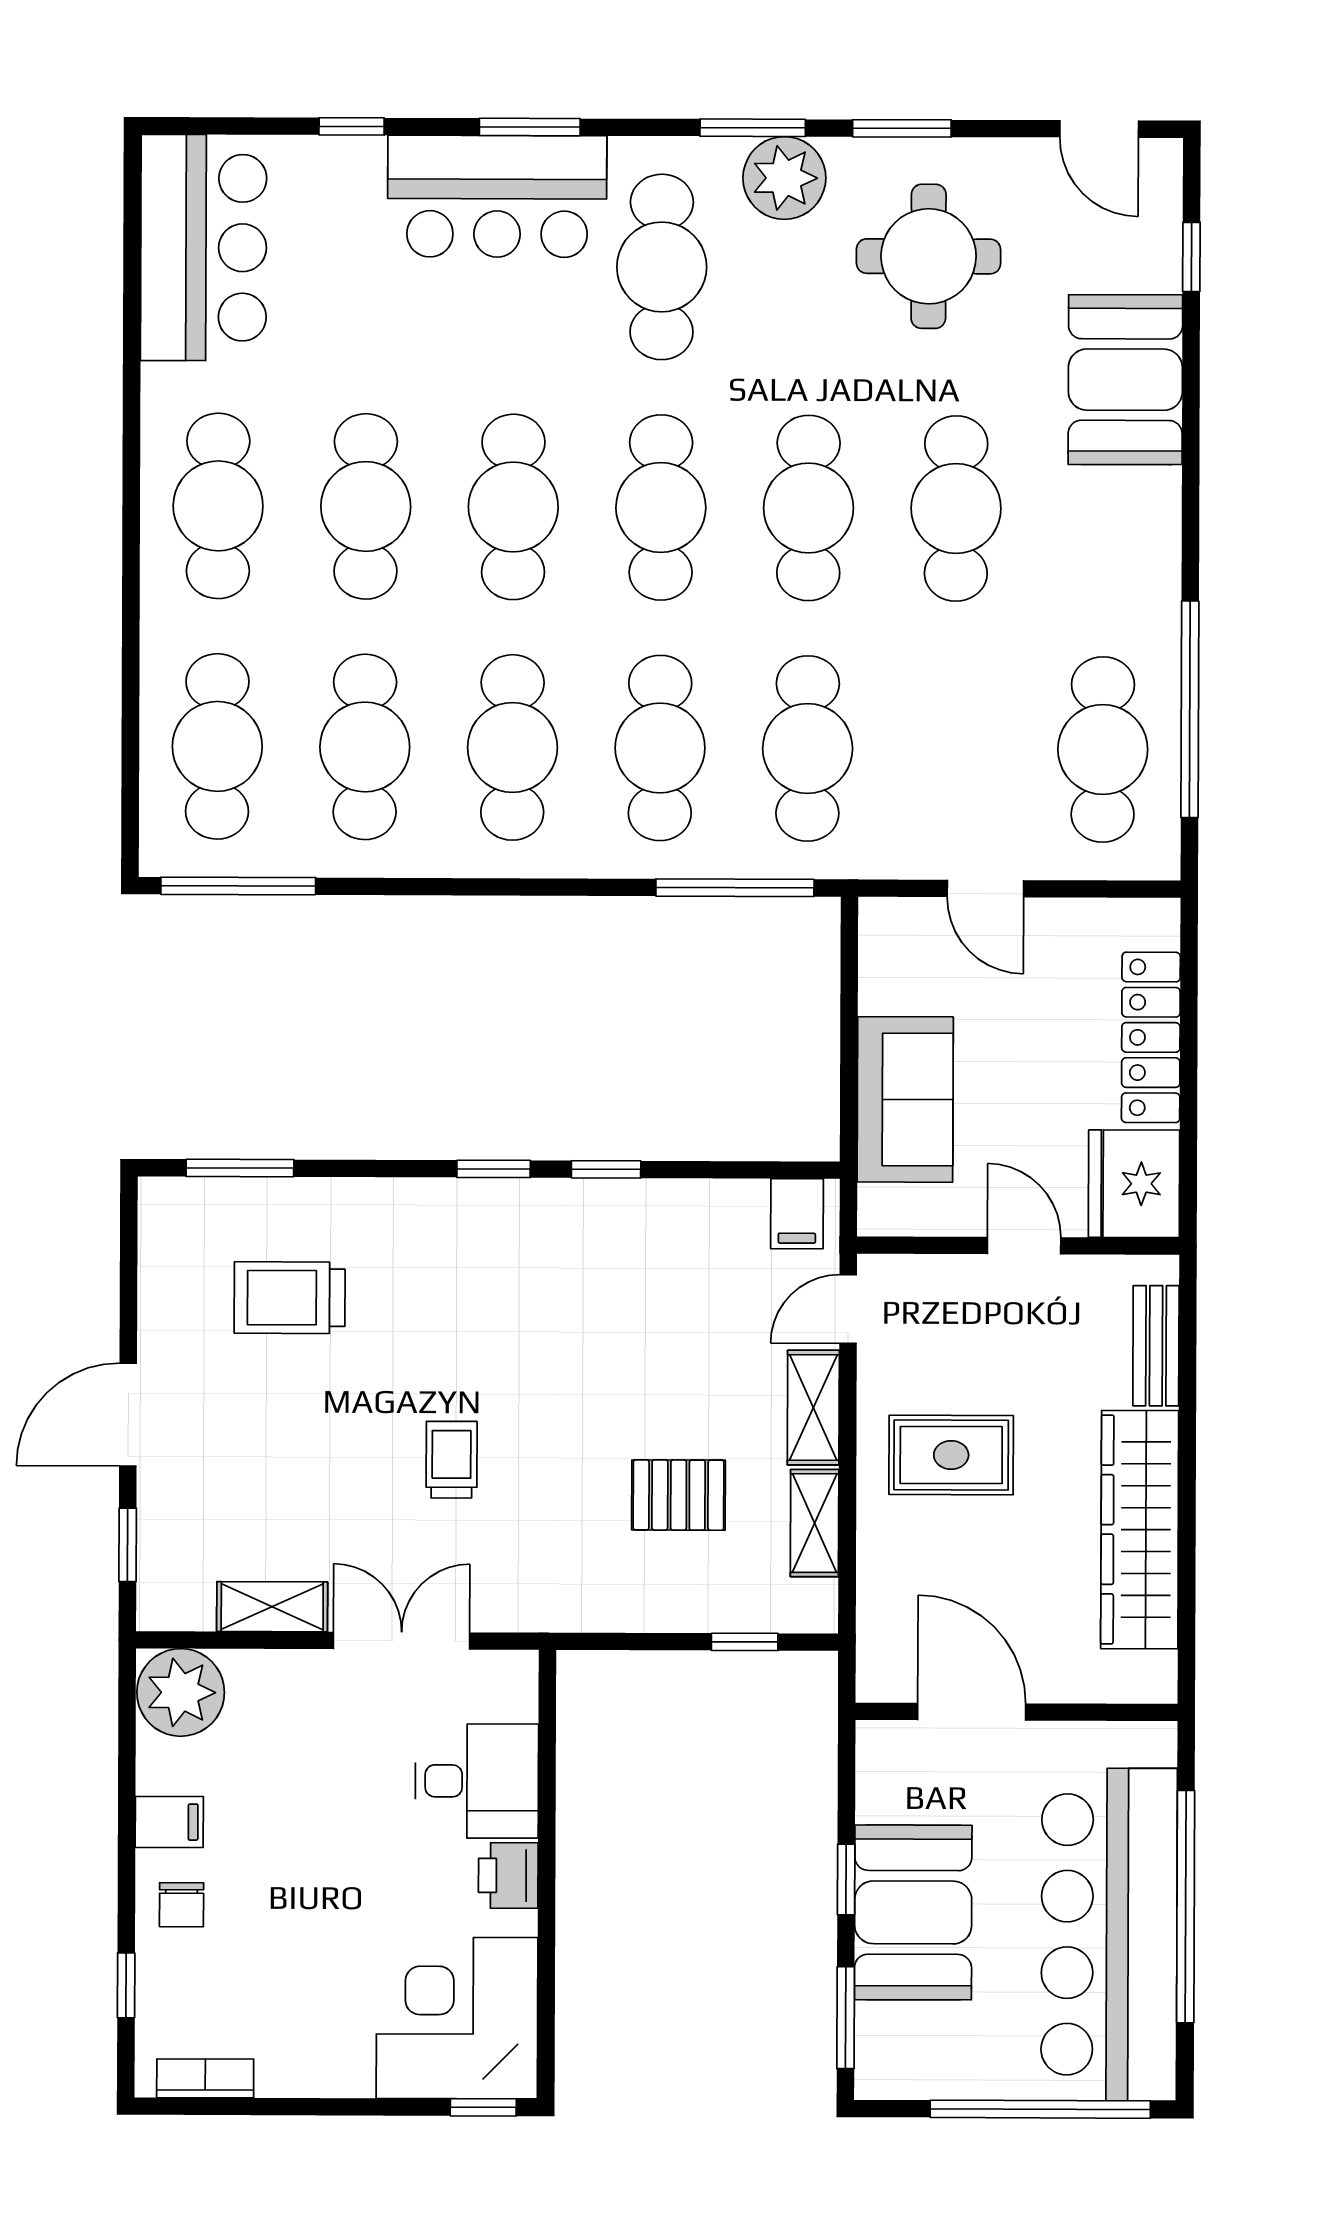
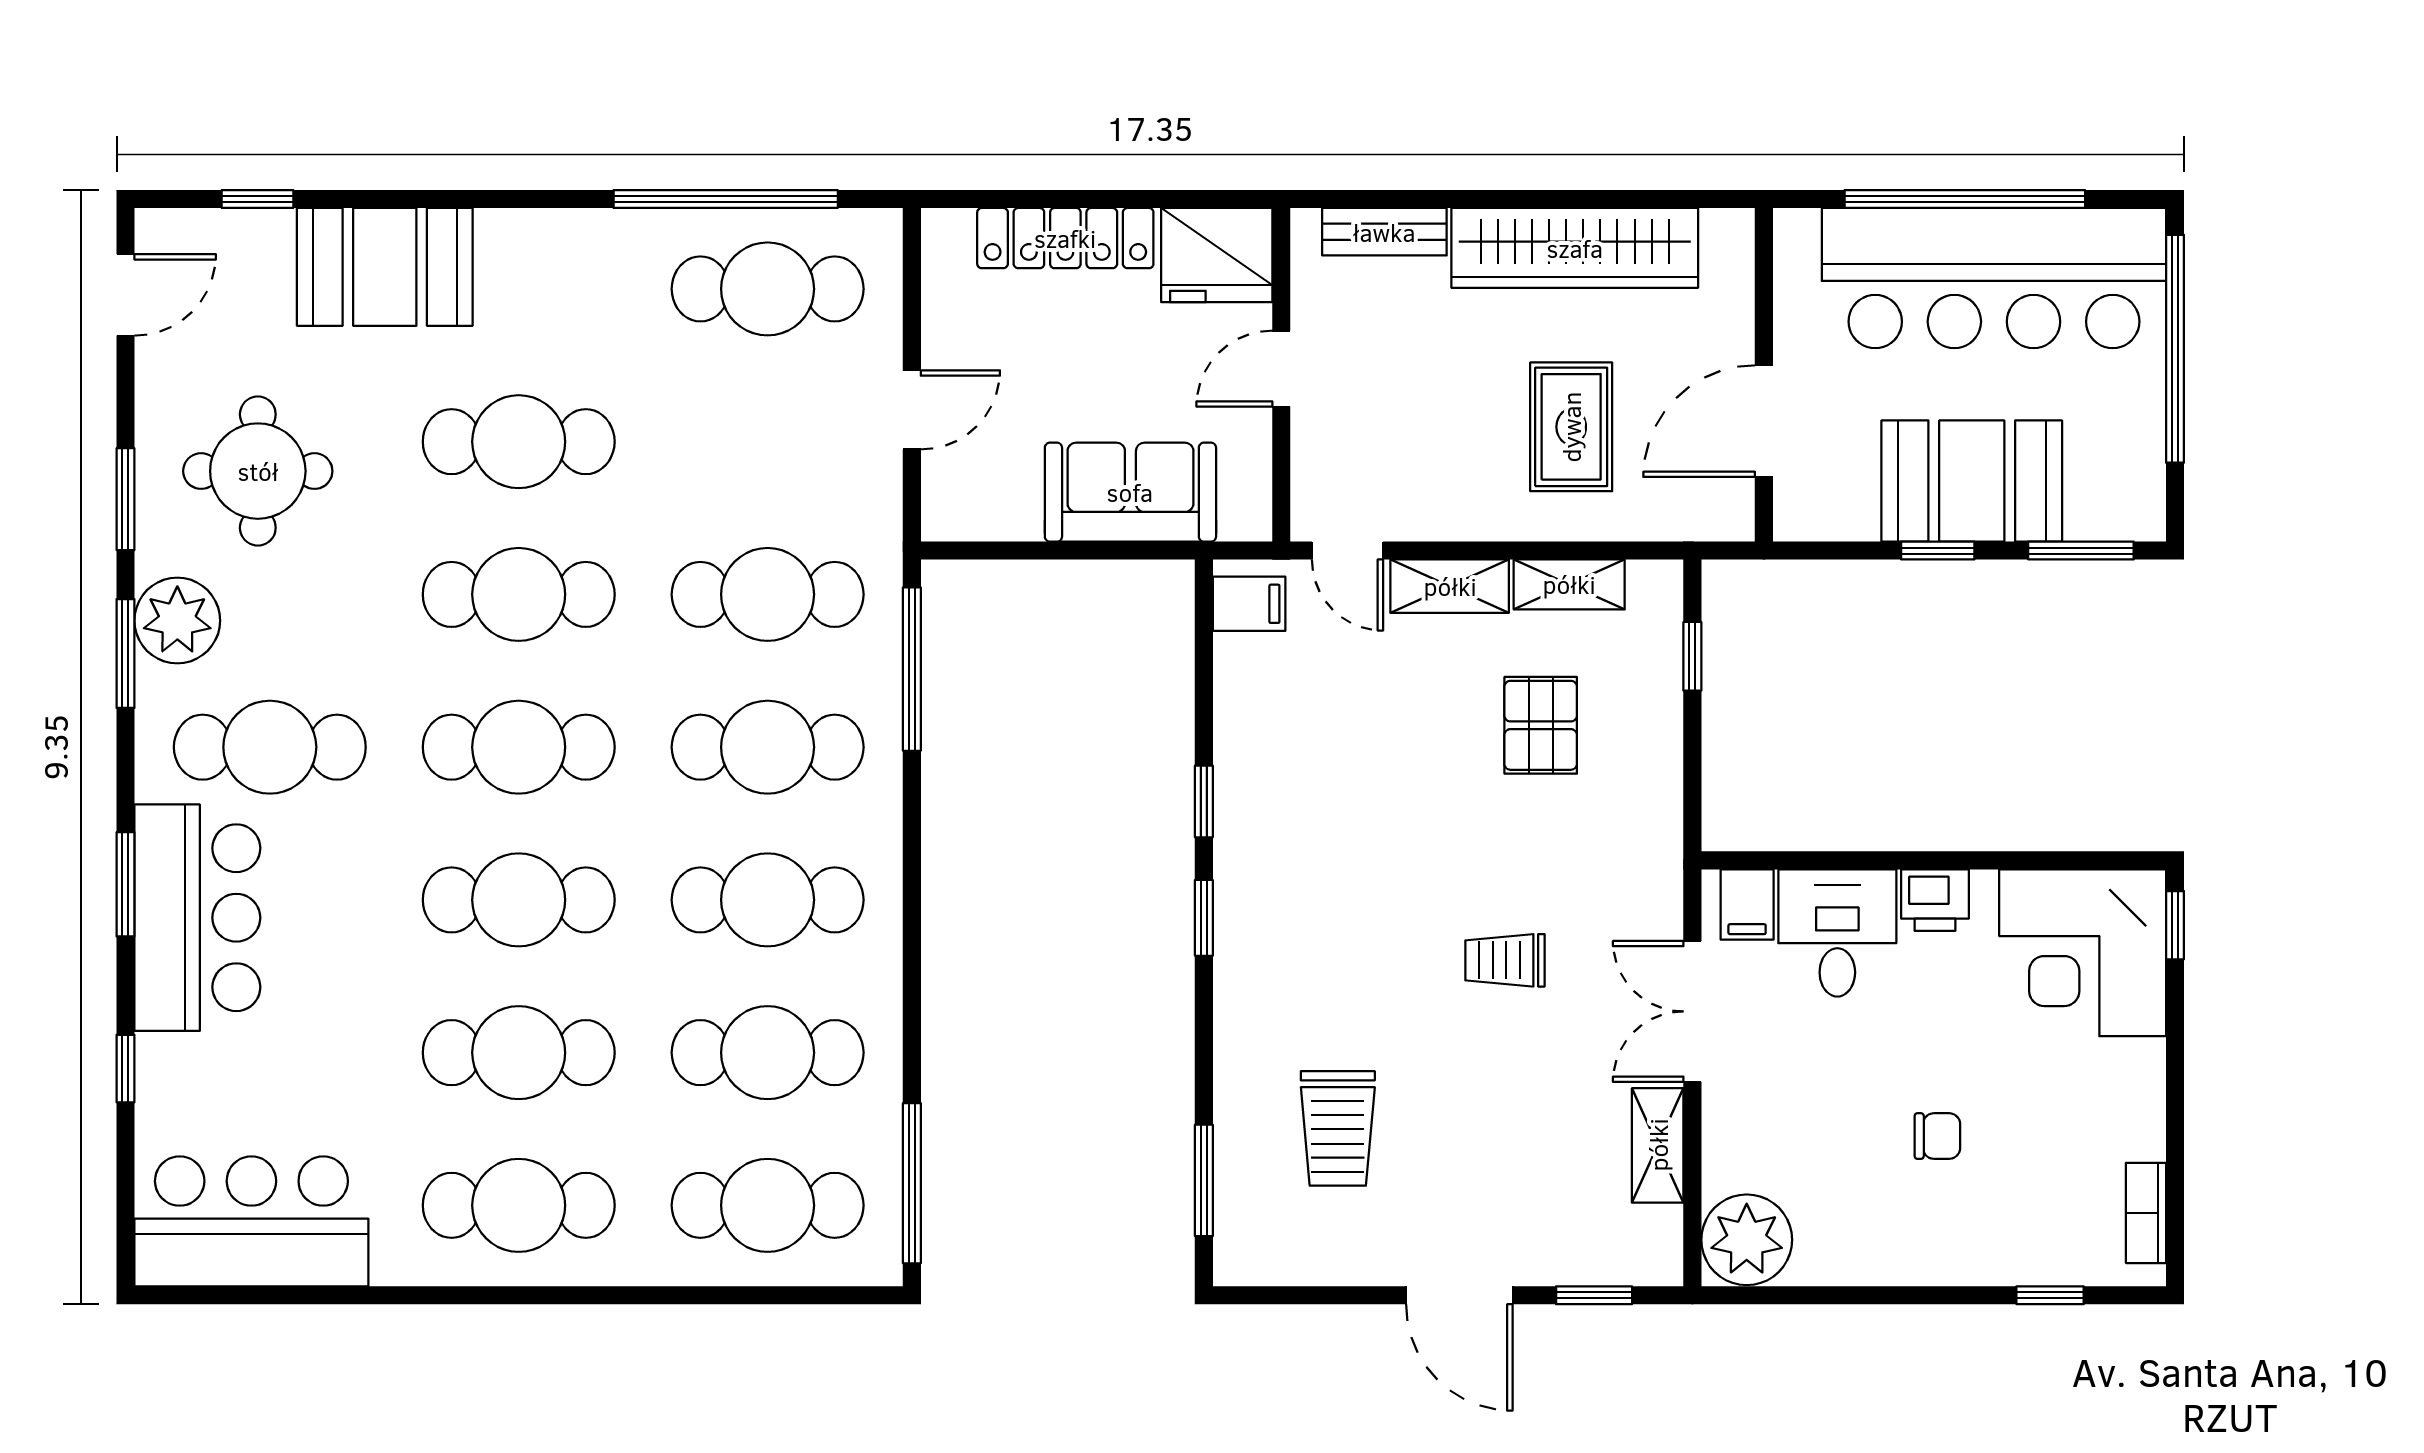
rug: (951, 1455) -> (1571, 427), moved
filing cabinet: (169, 1822) -> (1747, 905), moved, turned 180
chair: (182, 1905) -> (1937, 1136), moved

